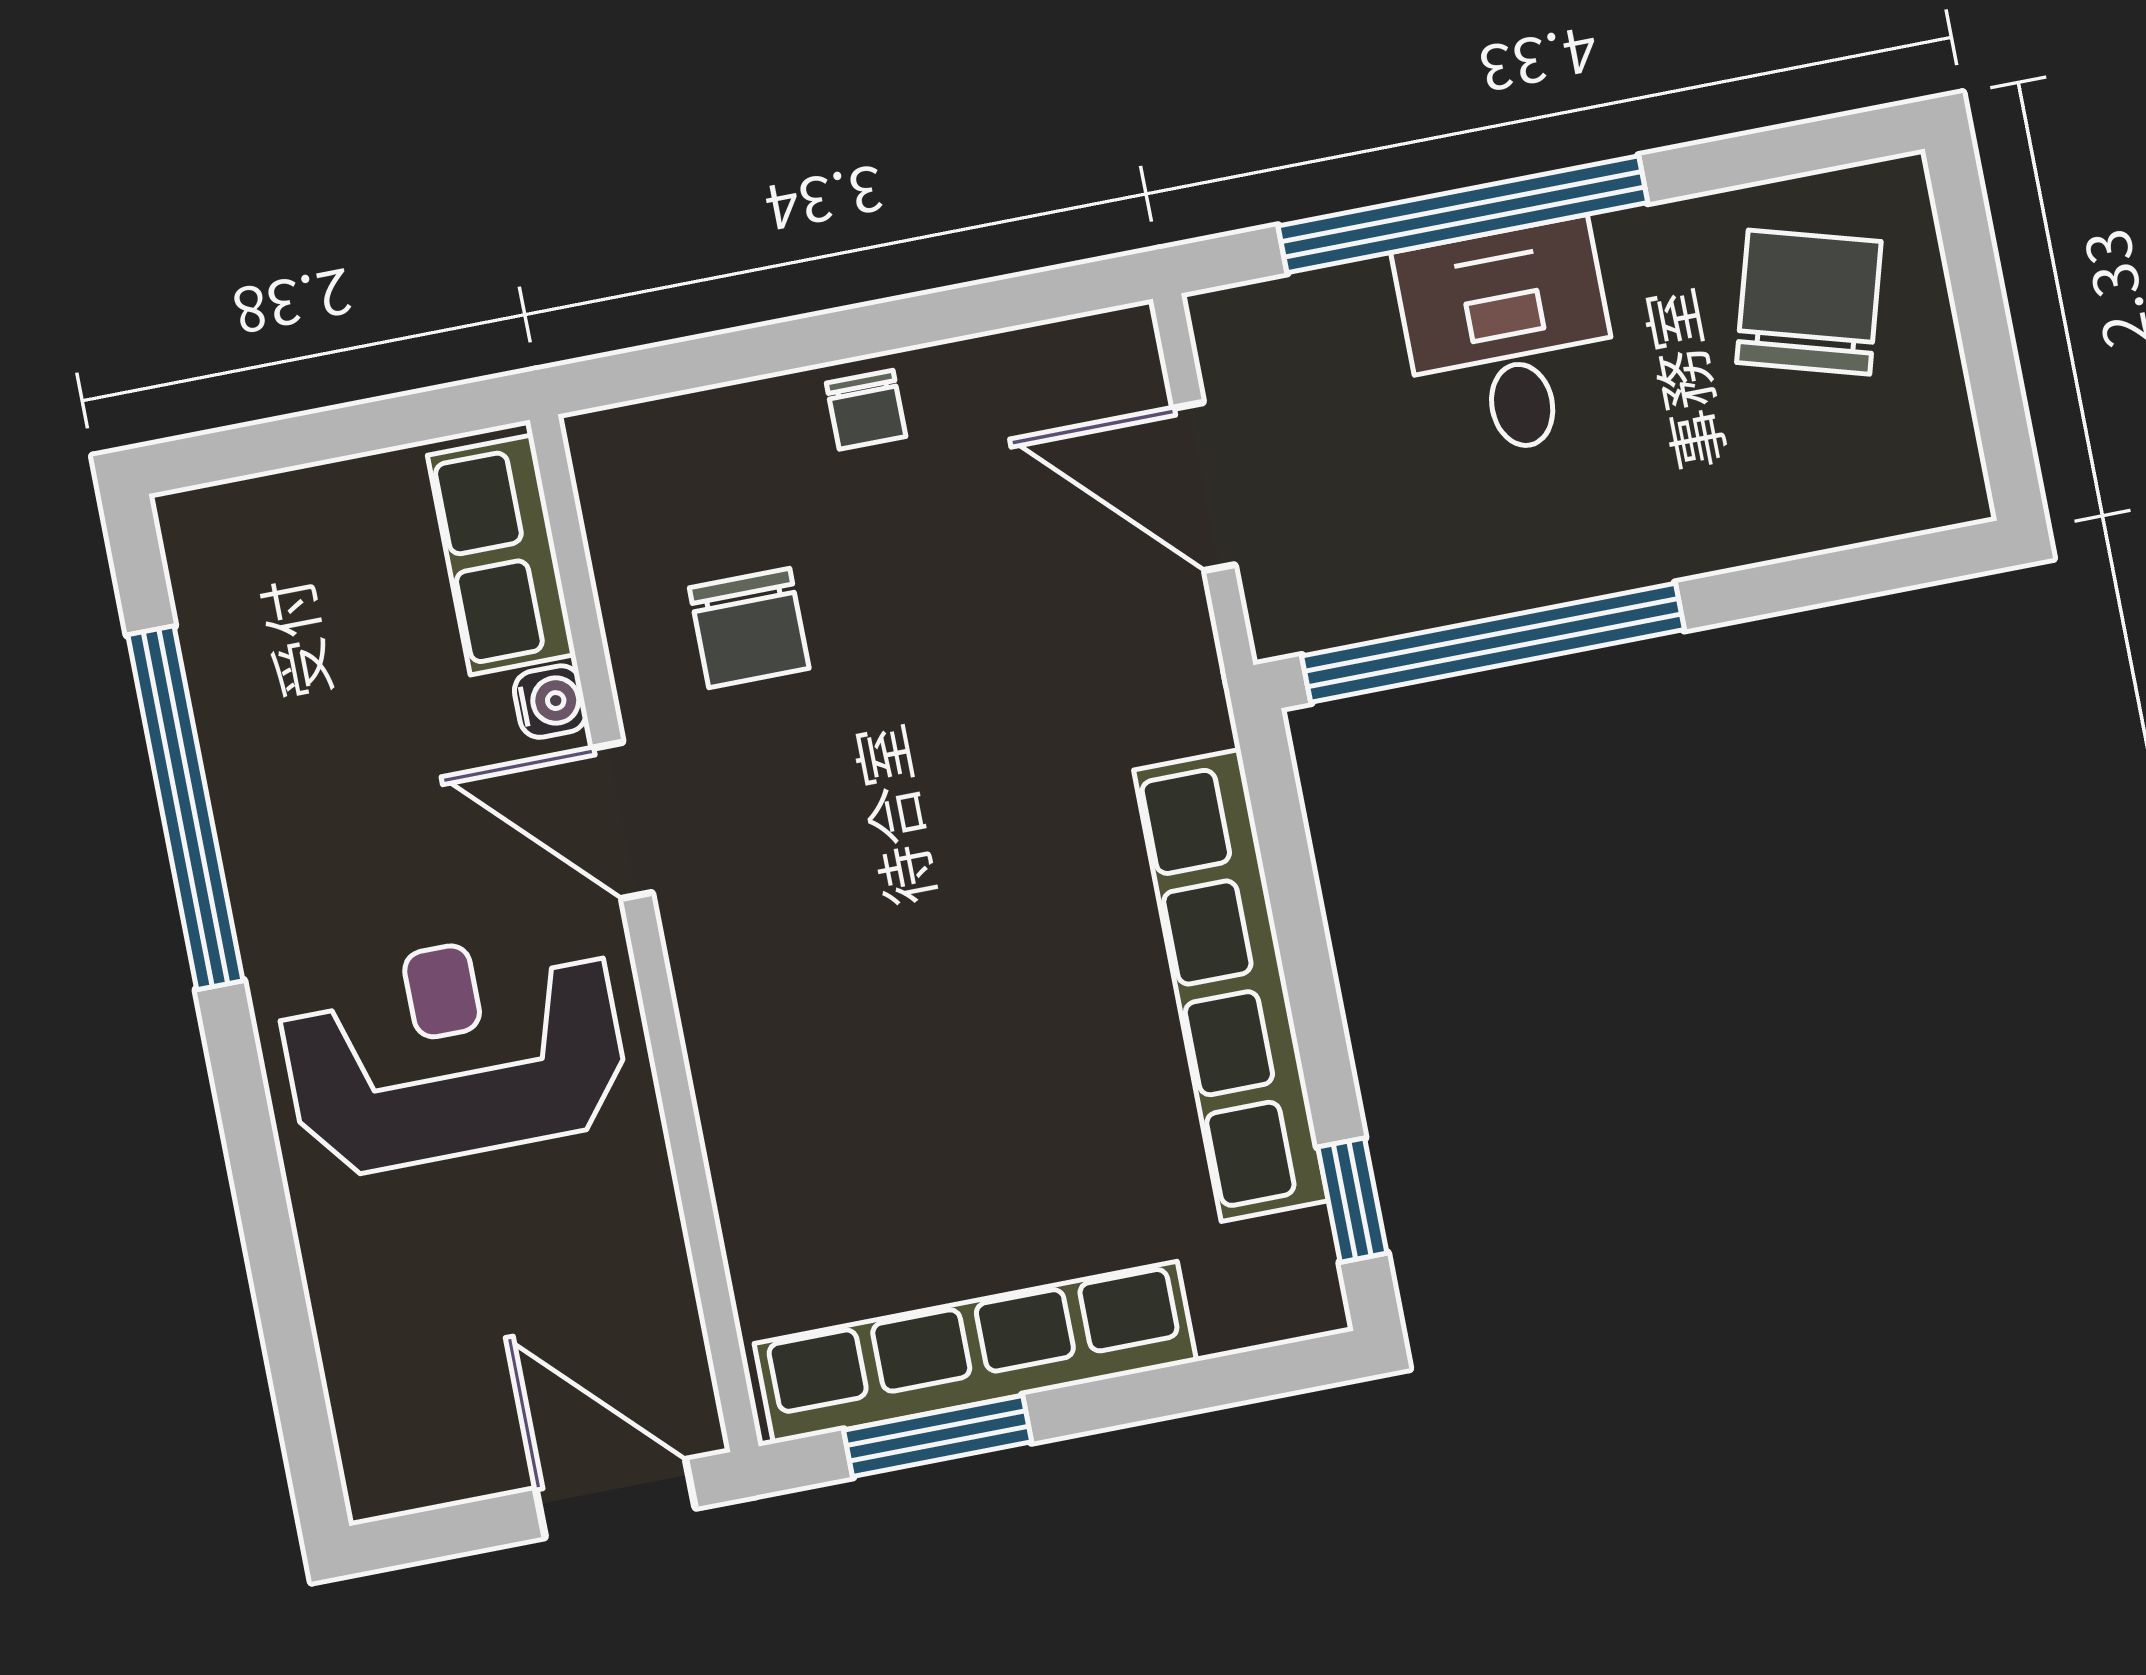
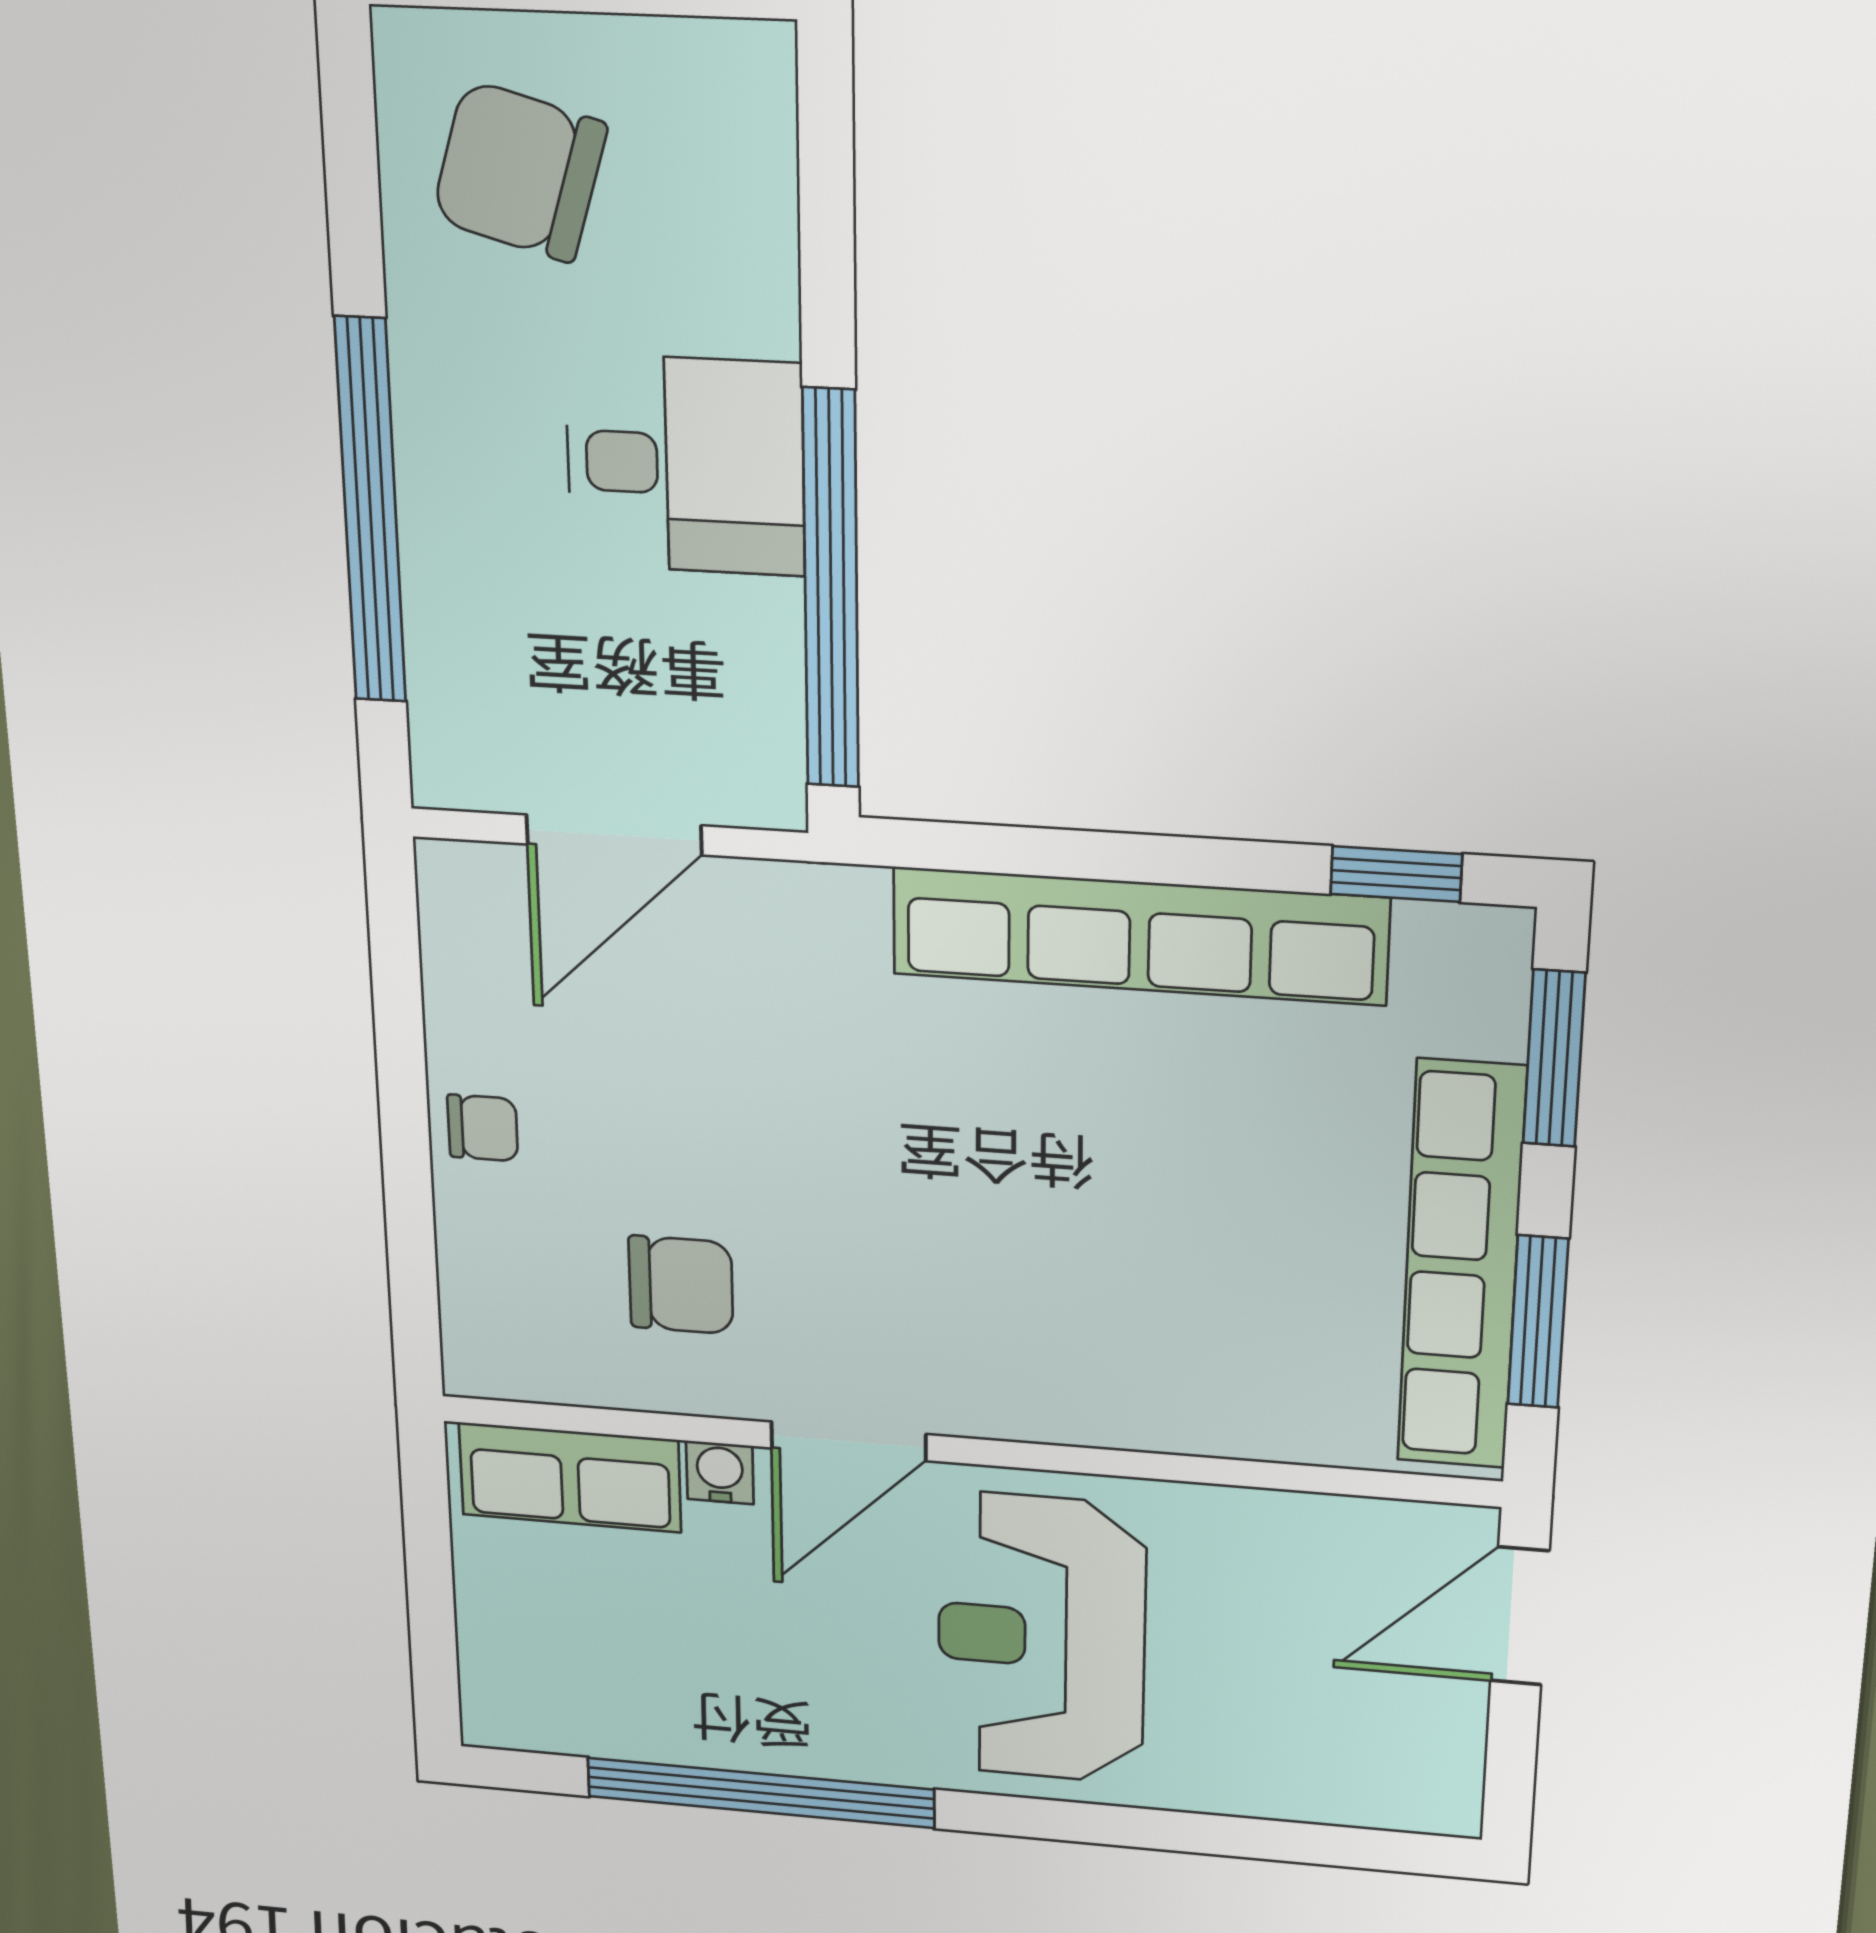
desk: (1509, 339) -> (685, 465), moved, turned 180
window: (1210, 1383) -> (1554, 1058), added

